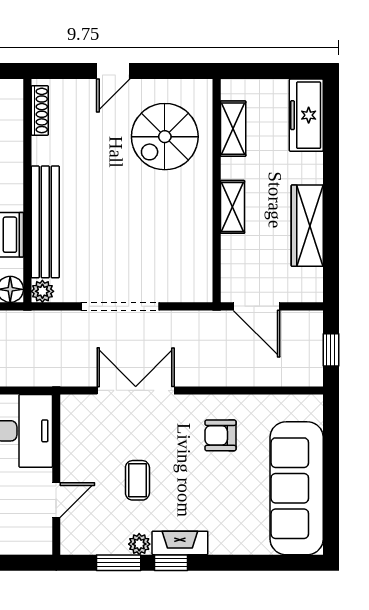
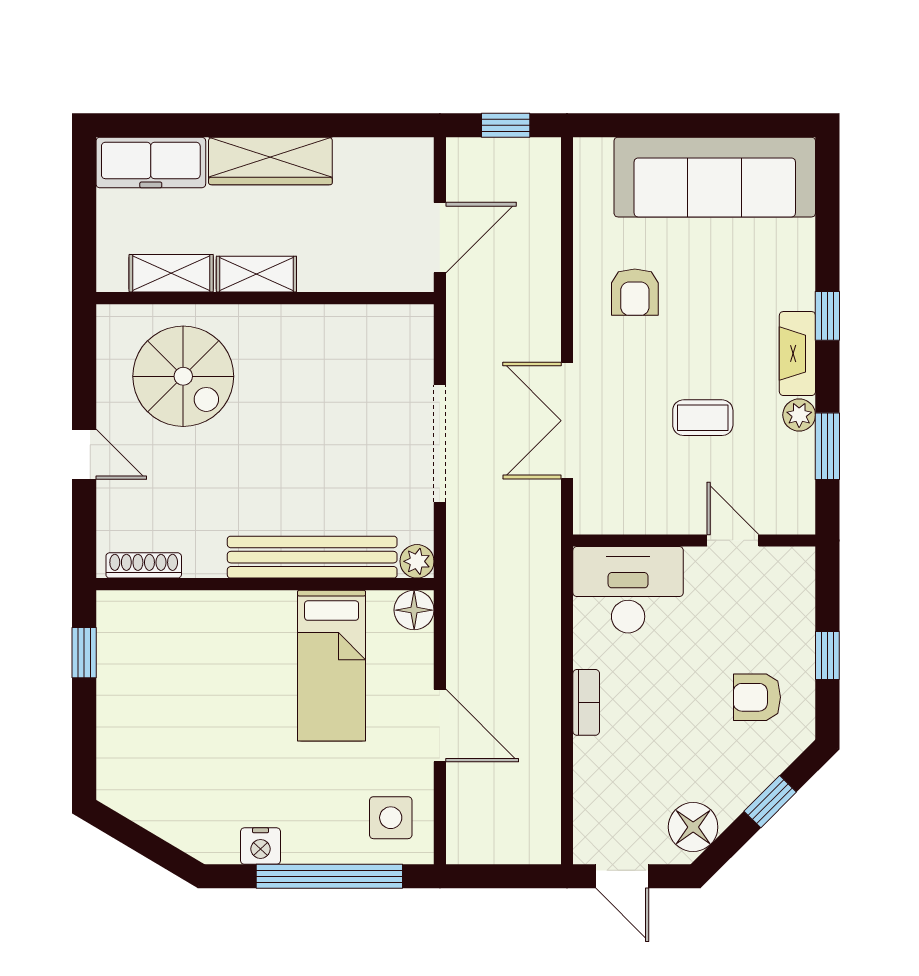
shelving: (232, 207) -> (256, 274), moved
wardrobe: (307, 226) -> (270, 161), moved
window: (171, 563) -> (827, 316), moved

